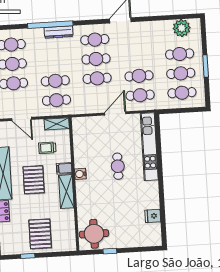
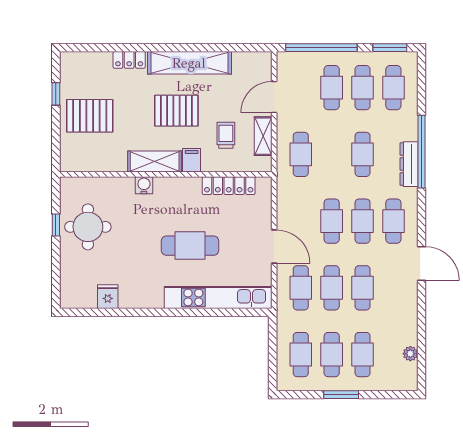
plant: (182, 28) -> (410, 354), width x0.53, depth x0.53
cafe table: (138, 56) -> (363, 288), added
cafe table: (55, 81) -> (363, 154), moved
shelving: (57, 124) -> (263, 136), moved
locker: (79, 144) -> (229, 186), added
cafe table: (118, 166) -> (190, 246), width x1.37, depth x1.35
water cooler: (80, 174) -> (144, 185), moved
round table: (94, 234) -> (88, 227), moved

